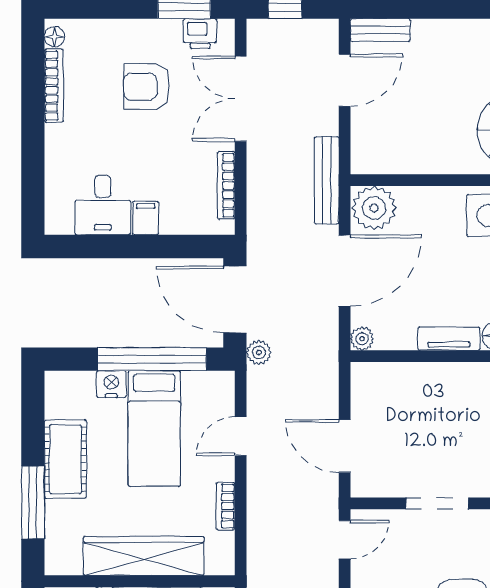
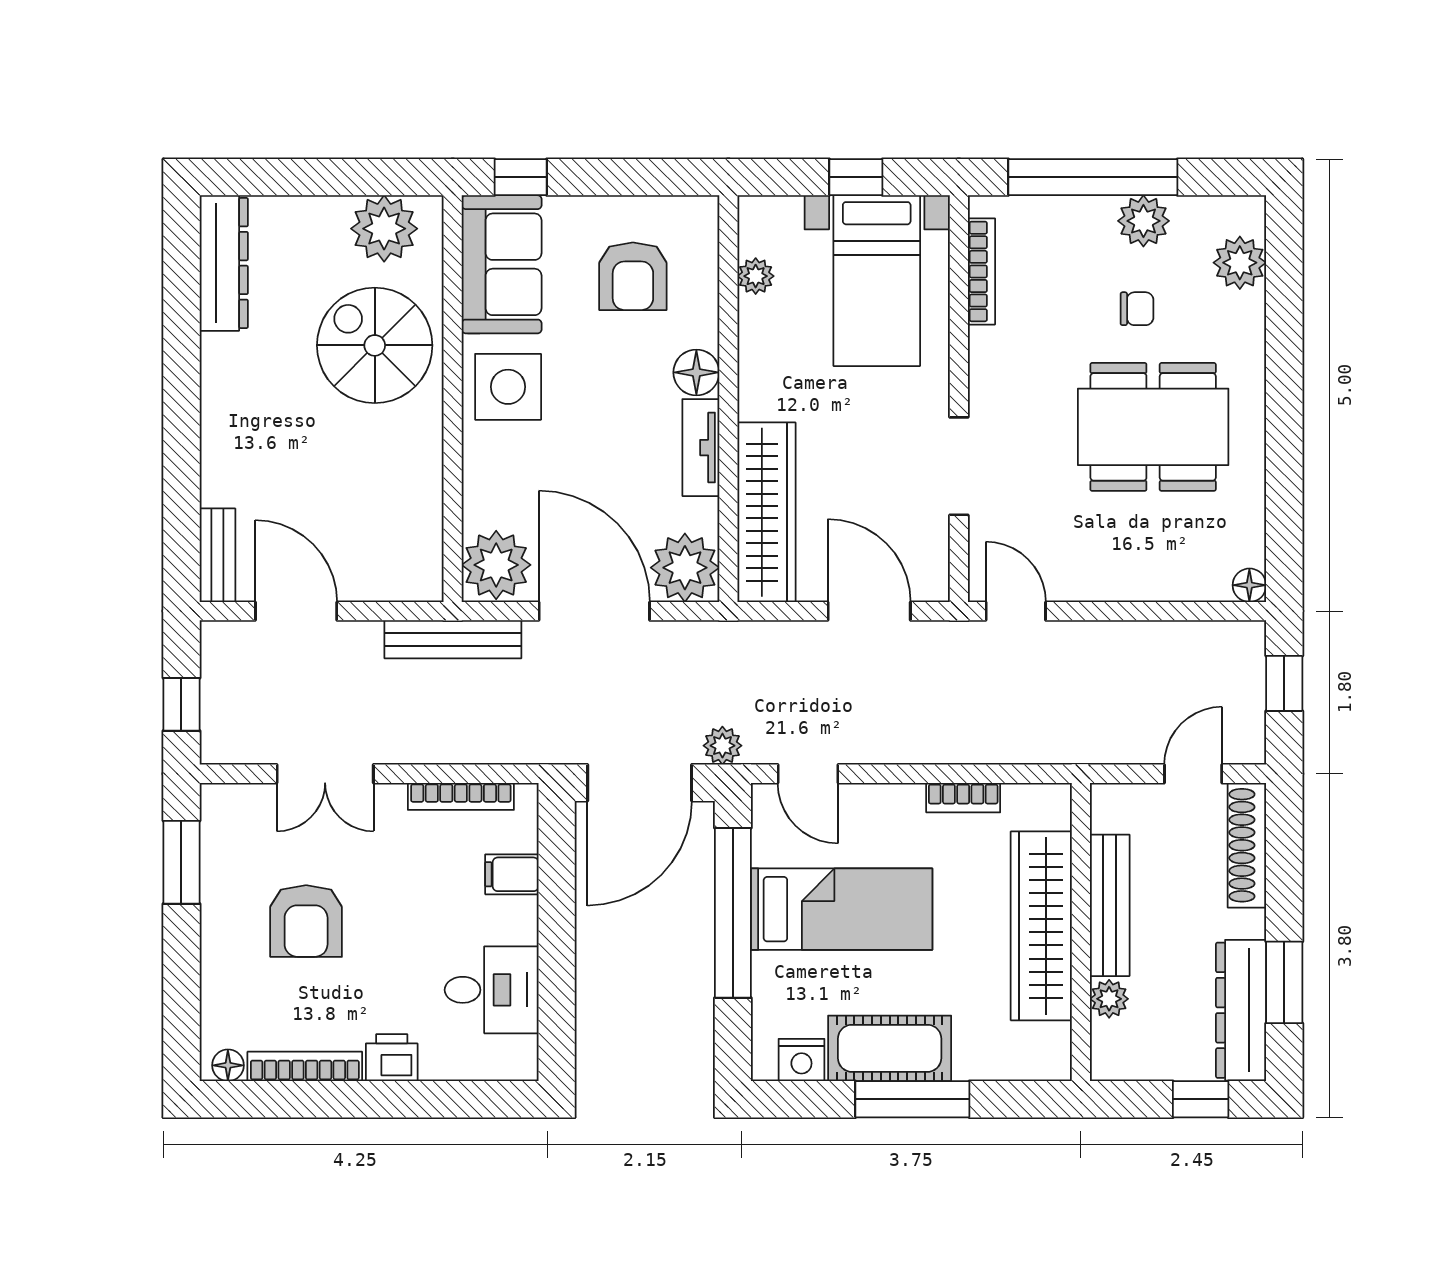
printer: (200, 34) -> (392, 1058), moved, turned -90
double door: (241, 99) -> (325, 774), width x0.73
filing cabinet: (146, 218) -> (512, 874), moved
plant: (362, 339) -> (685, 568), width x1.88, depth x1.88
wardrobe: (408, 381) -> (766, 512), added
nightstand: (111, 384) -> (801, 1060), moved, turned -90
door: (241, 436) -> (808, 774), moved
door: (345, 446) -> (869, 611), swing flipped
window: (33, 503) -> (912, 1099), moved

